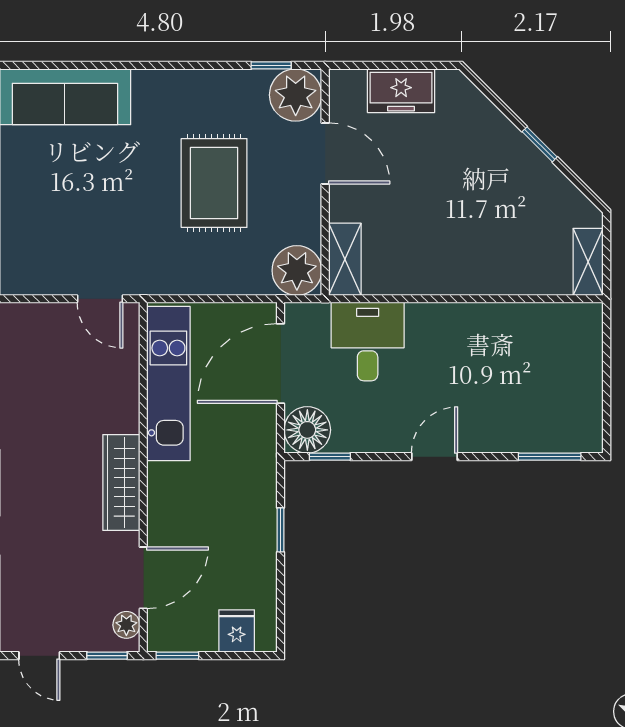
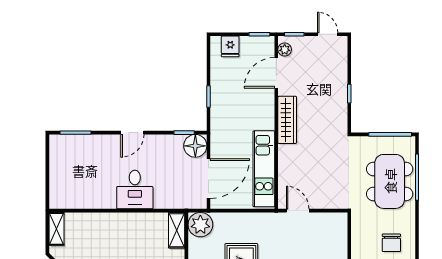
desk: (368, 341) -> (135, 190), moved

